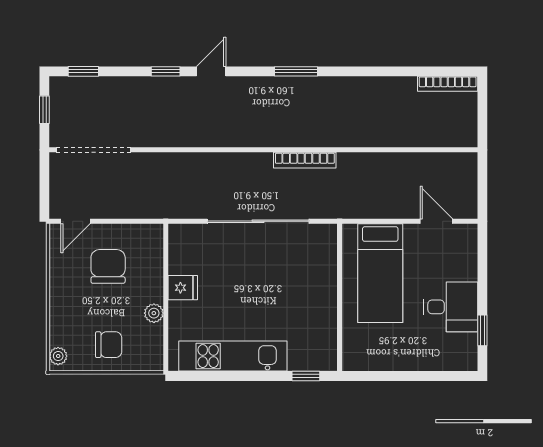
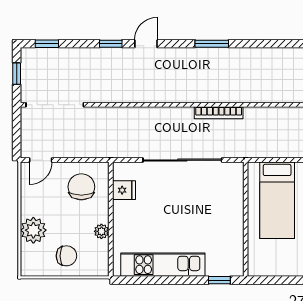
chair: (108, 266) -> (81, 187), moved
fridge: (183, 288) -> (124, 190), moved
plant: (58, 356) -> (33, 230), moved, width x1.88, depth x1.88

